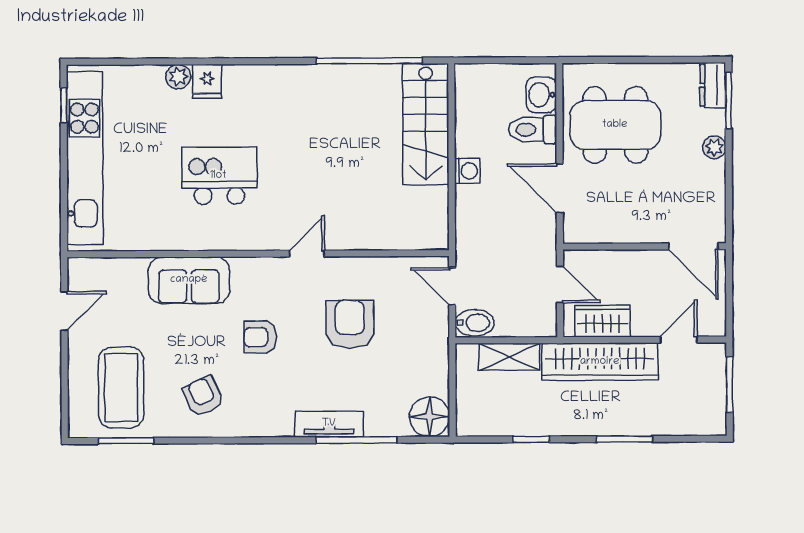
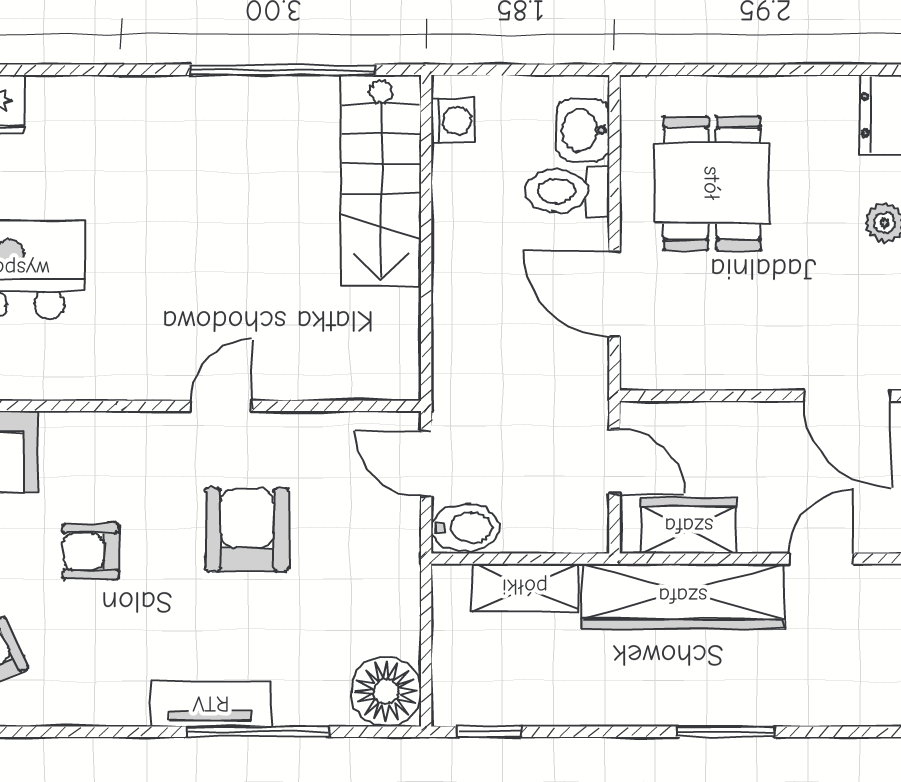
dining table: (615, 125) -> (712, 183), width x0.73
washing machine: (467, 171) -> (453, 121), moved
door: (307, 253) -> (221, 406), moved
window: (531, 439) -> (489, 732), moved

